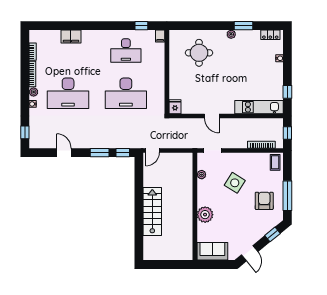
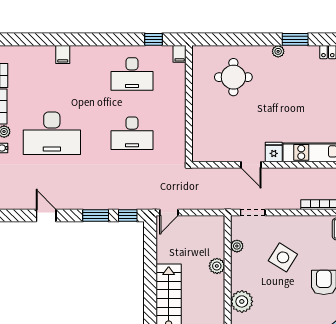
filing cabinet: (71, 37) -> (63, 55), width x0.50
desk: (126, 93) -> (132, 133), width x0.73, depth x0.77
fridge: (175, 107) -> (274, 152), moved
plant: (187, 189) -> (217, 266), added

